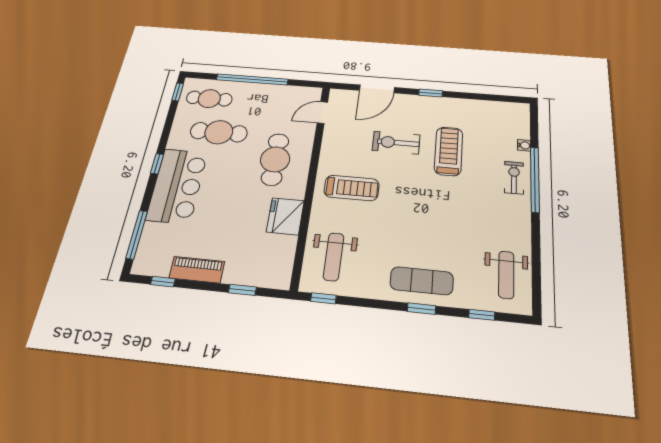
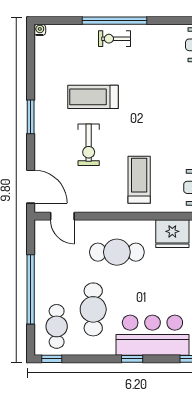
door: (377, 89) -> (31, 187), moved
window: (431, 93) -> (31, 117), width x1.50
water cooler: (524, 145) -> (40, 30), moved

